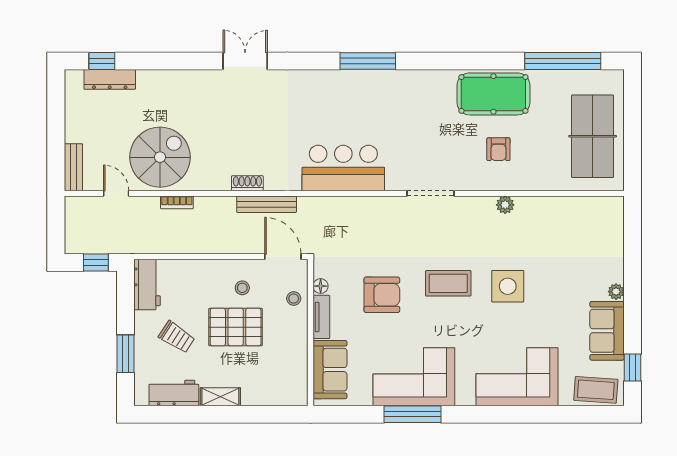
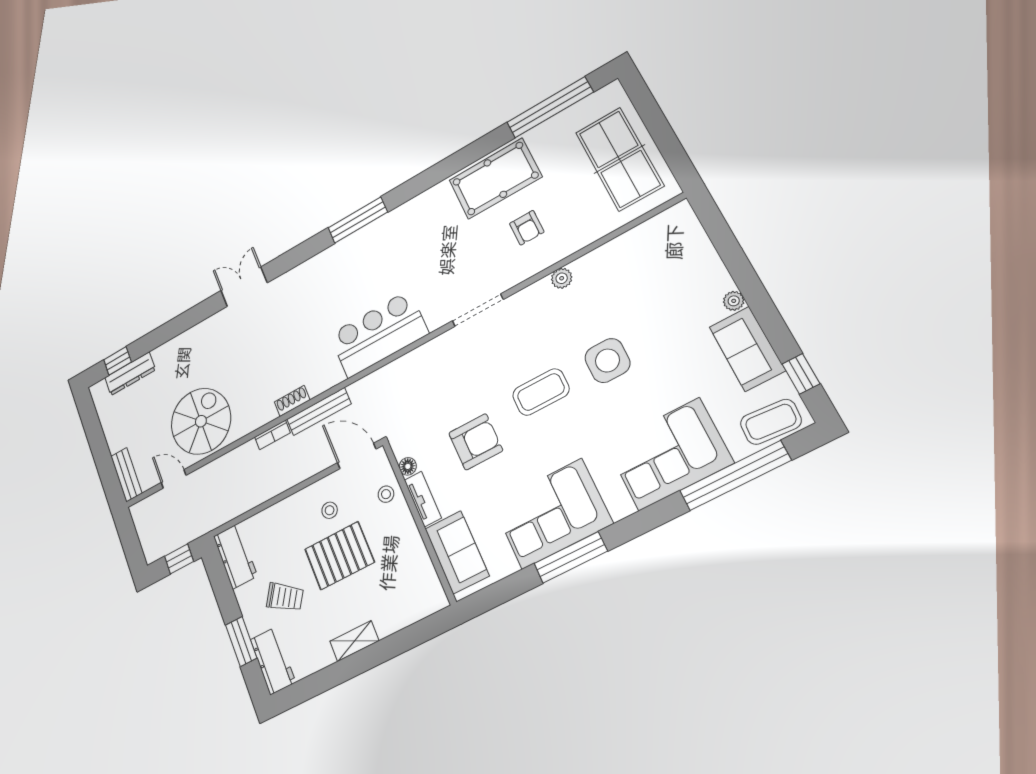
bookcase: (177, 202) -> (272, 435), moved
workbench: (174, 393) -> (273, 661), moved, turned 90
window: (553, 414) -> (735, 476), added

